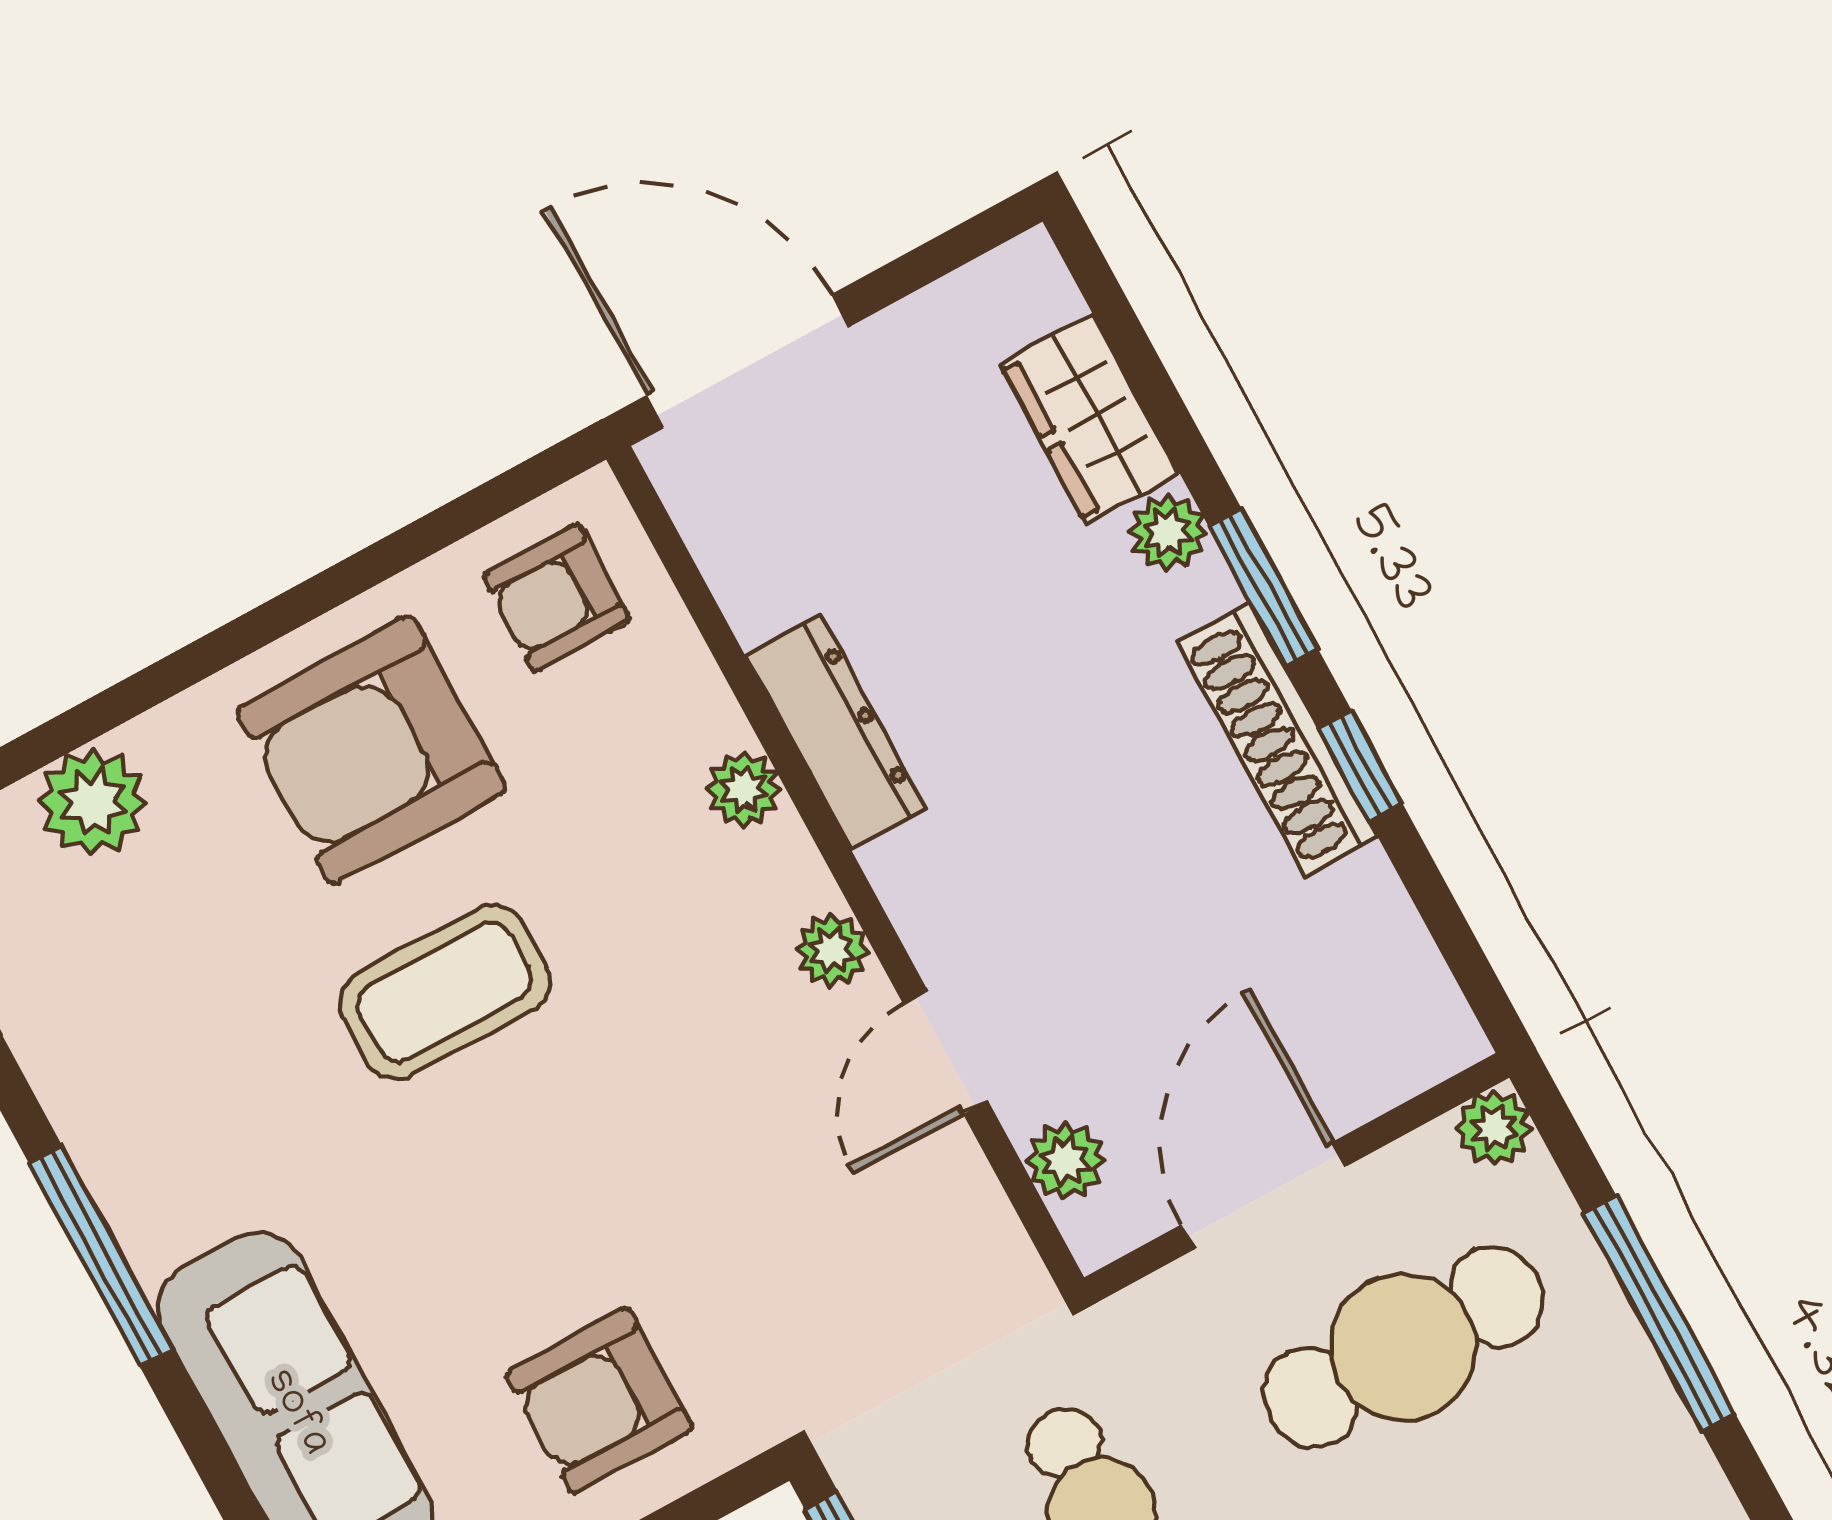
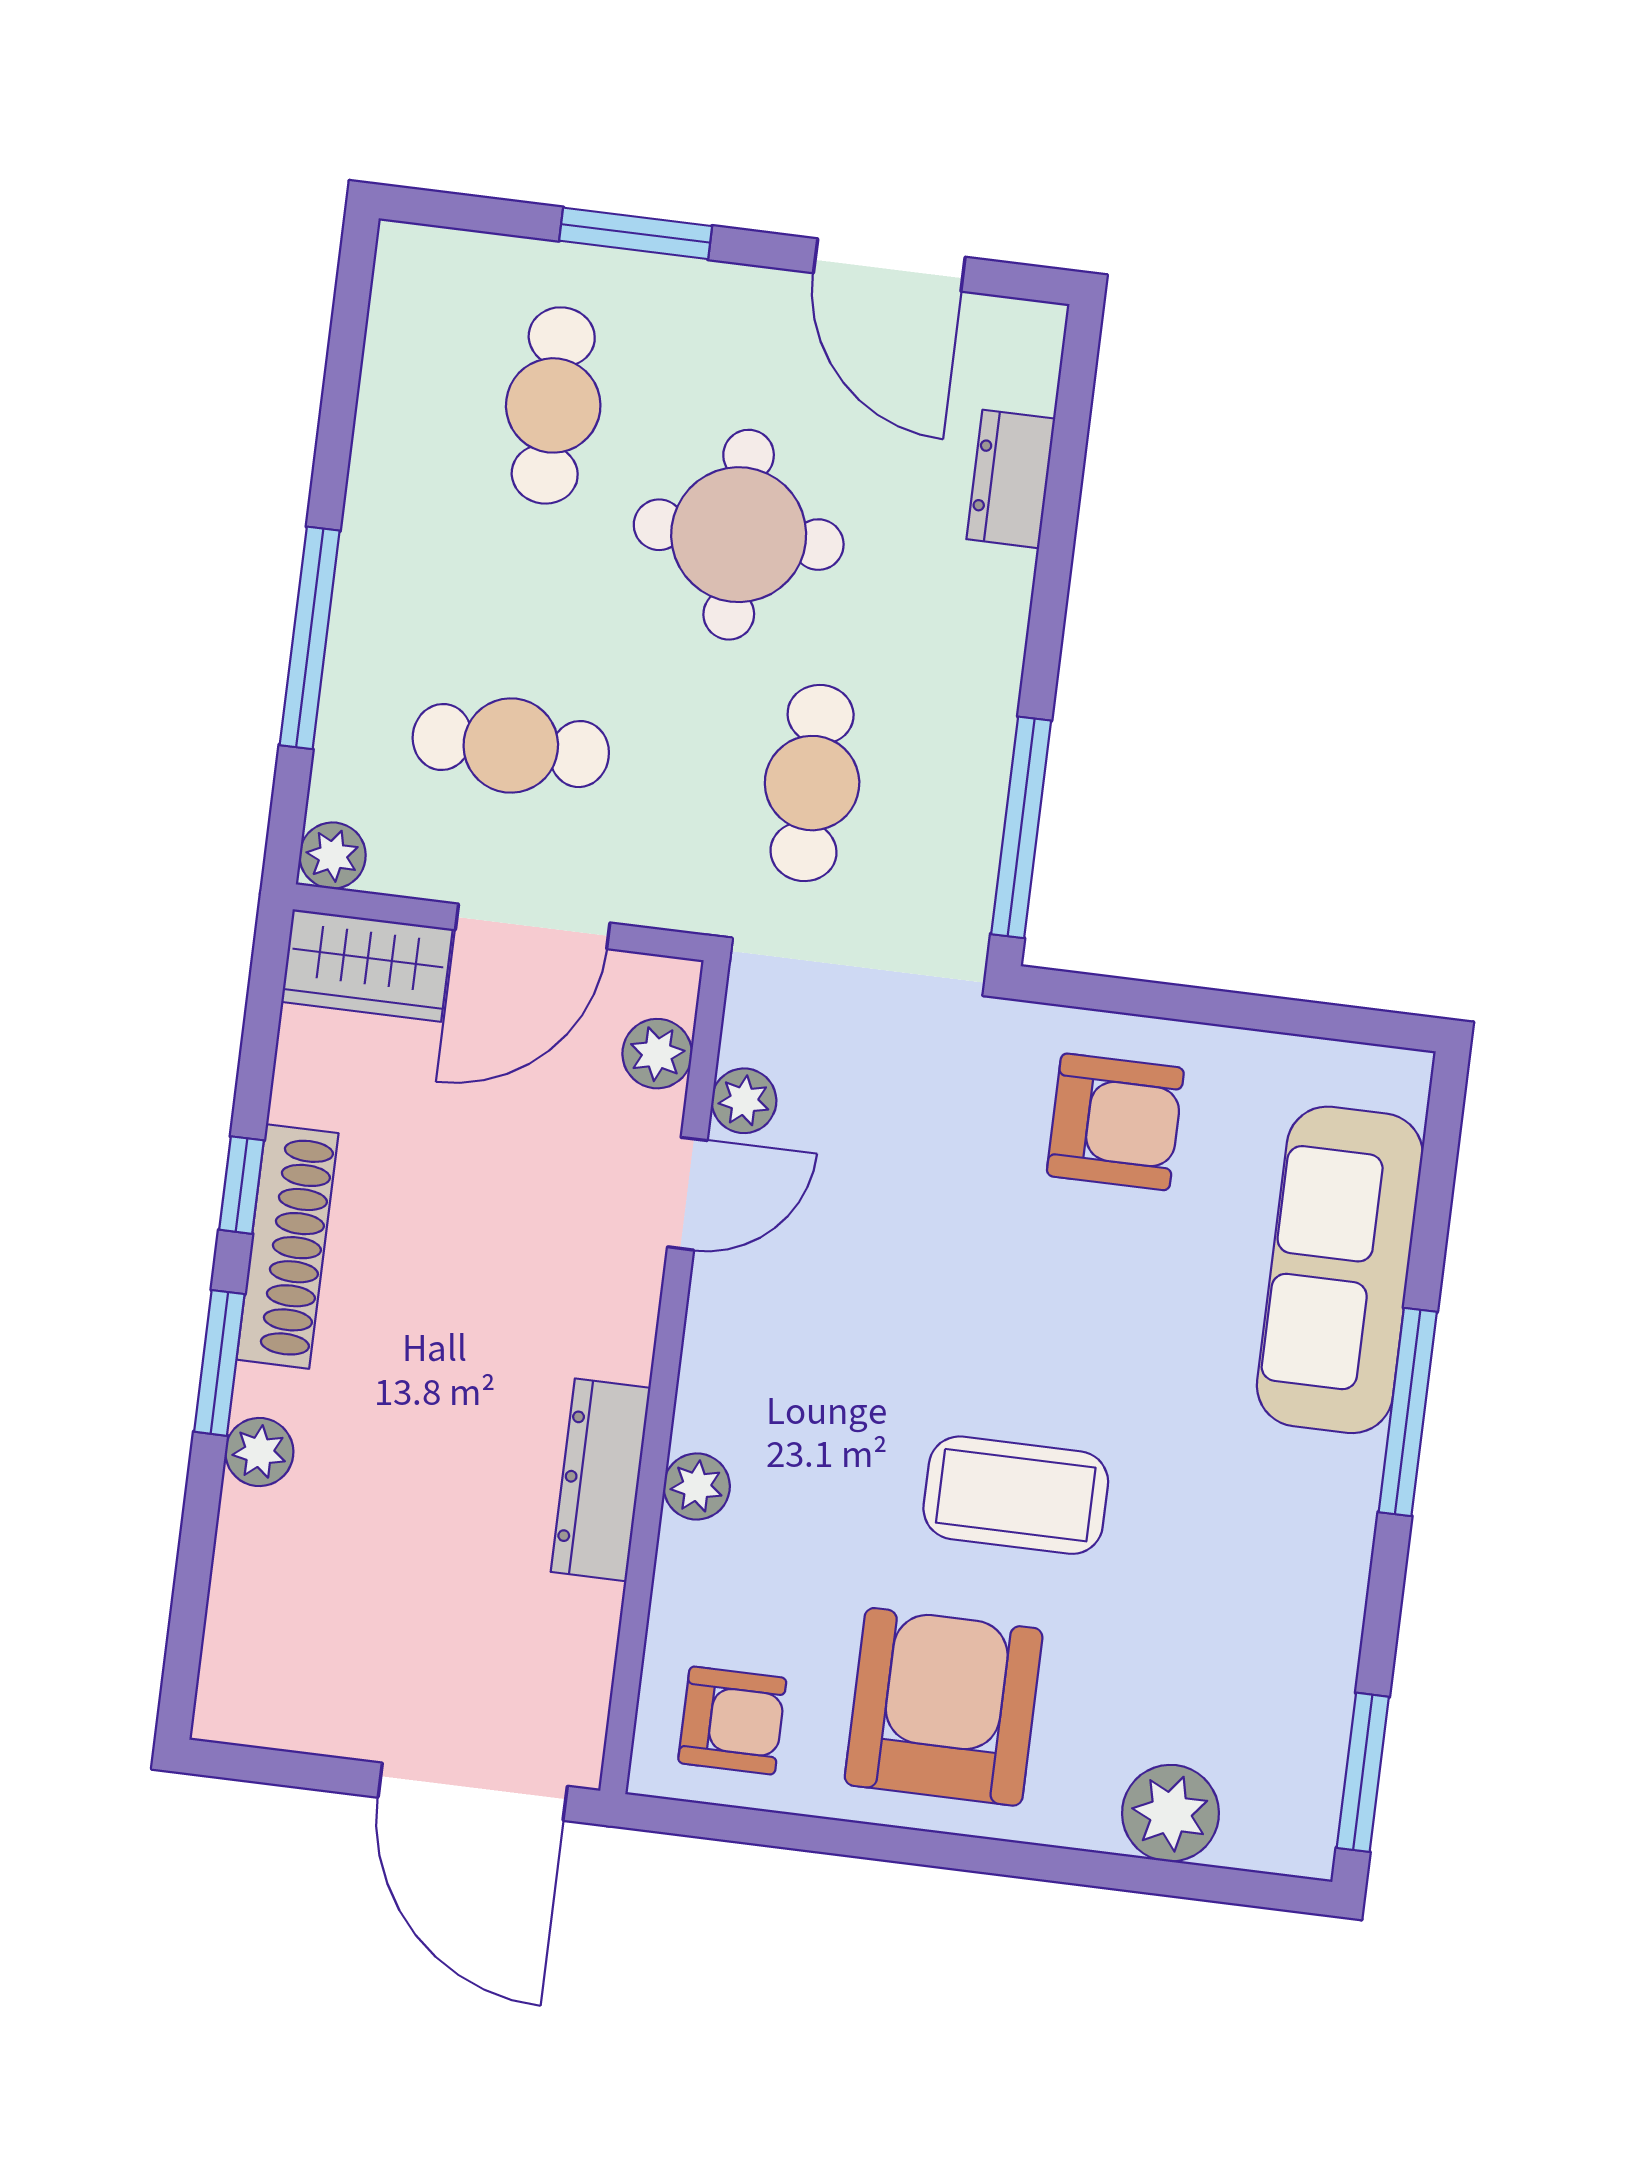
wardrobe: (1090, 419) -> (367, 965), moved, turned 90
armchair: (371, 750) -> (944, 1707), turned -90
plant: (832, 950) -> (744, 1101), moved
window: (101, 1256) -> (1408, 1412), moved
cafe table: (1403, 1347) -> (511, 746), width x0.73, depth x0.74

